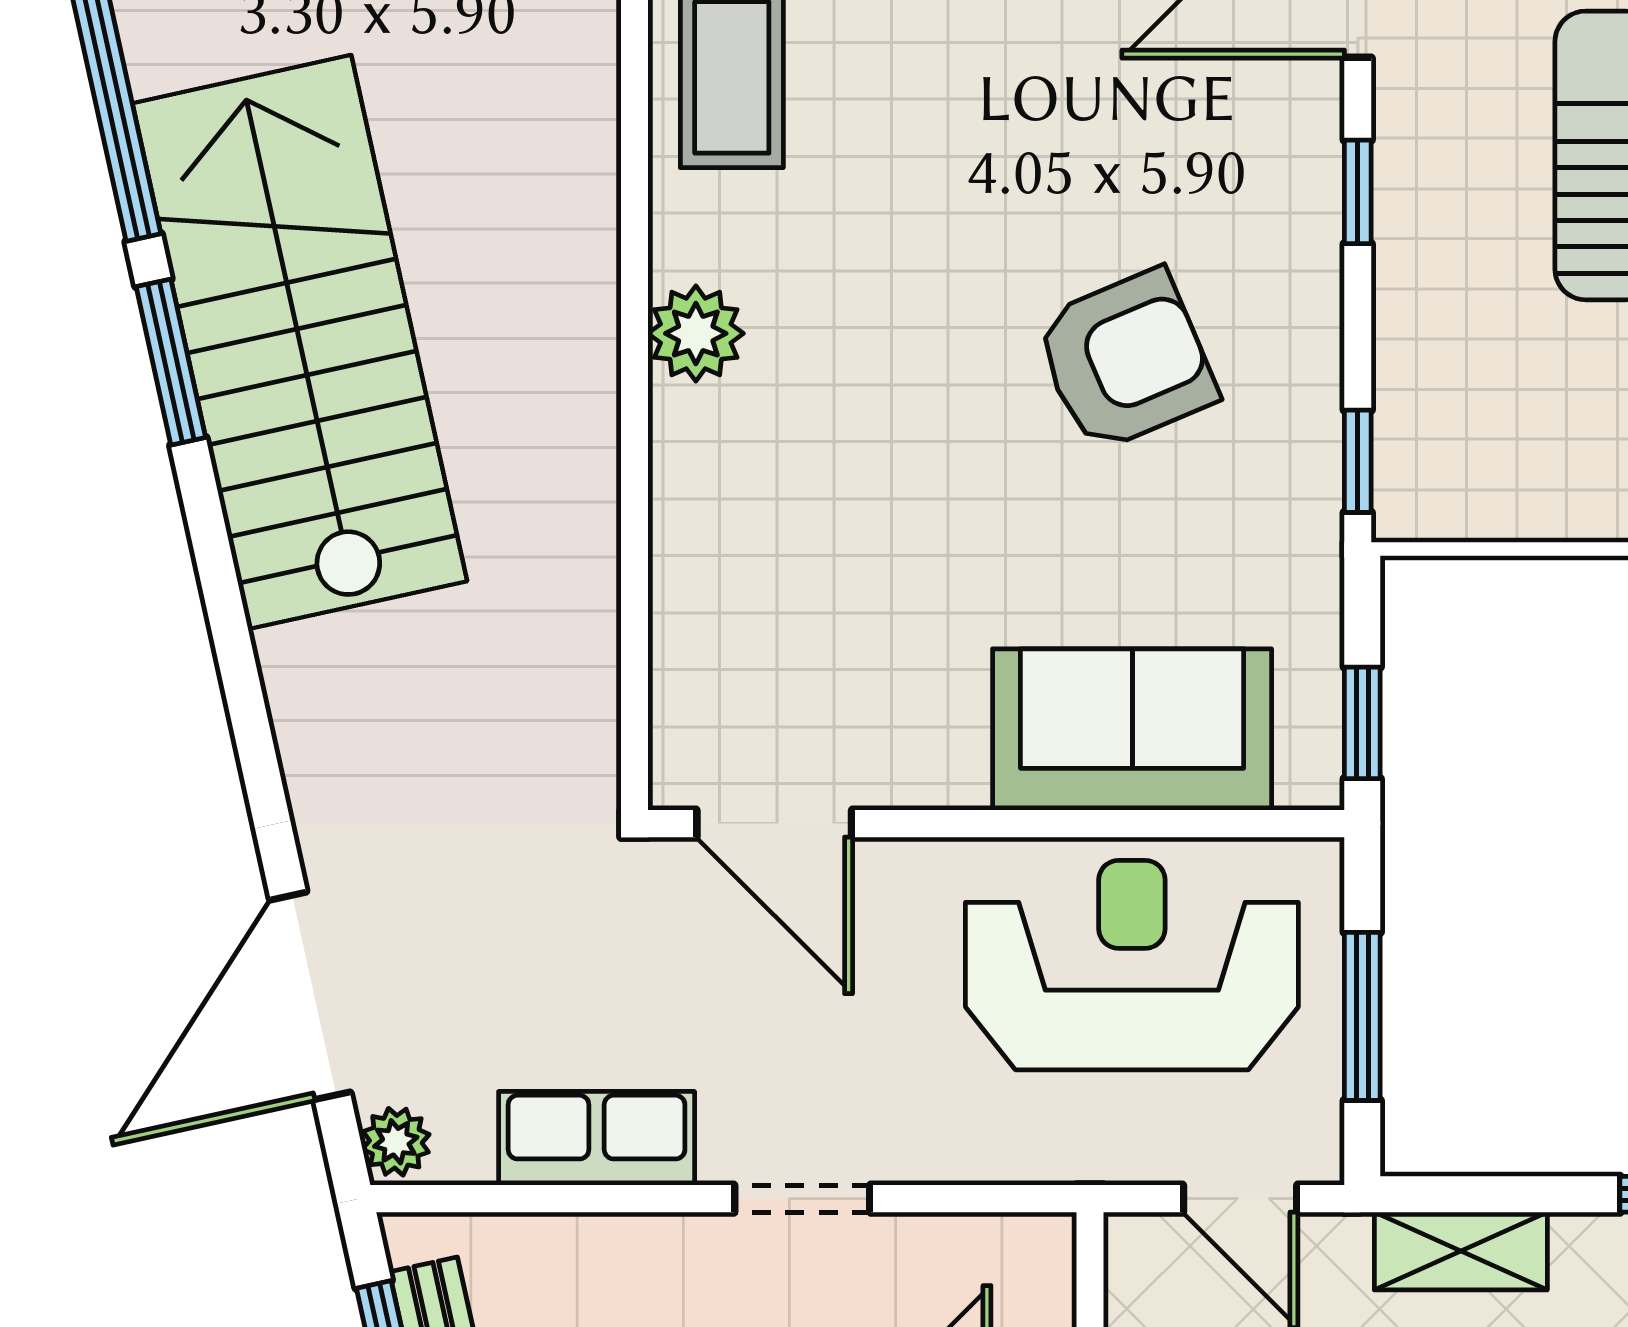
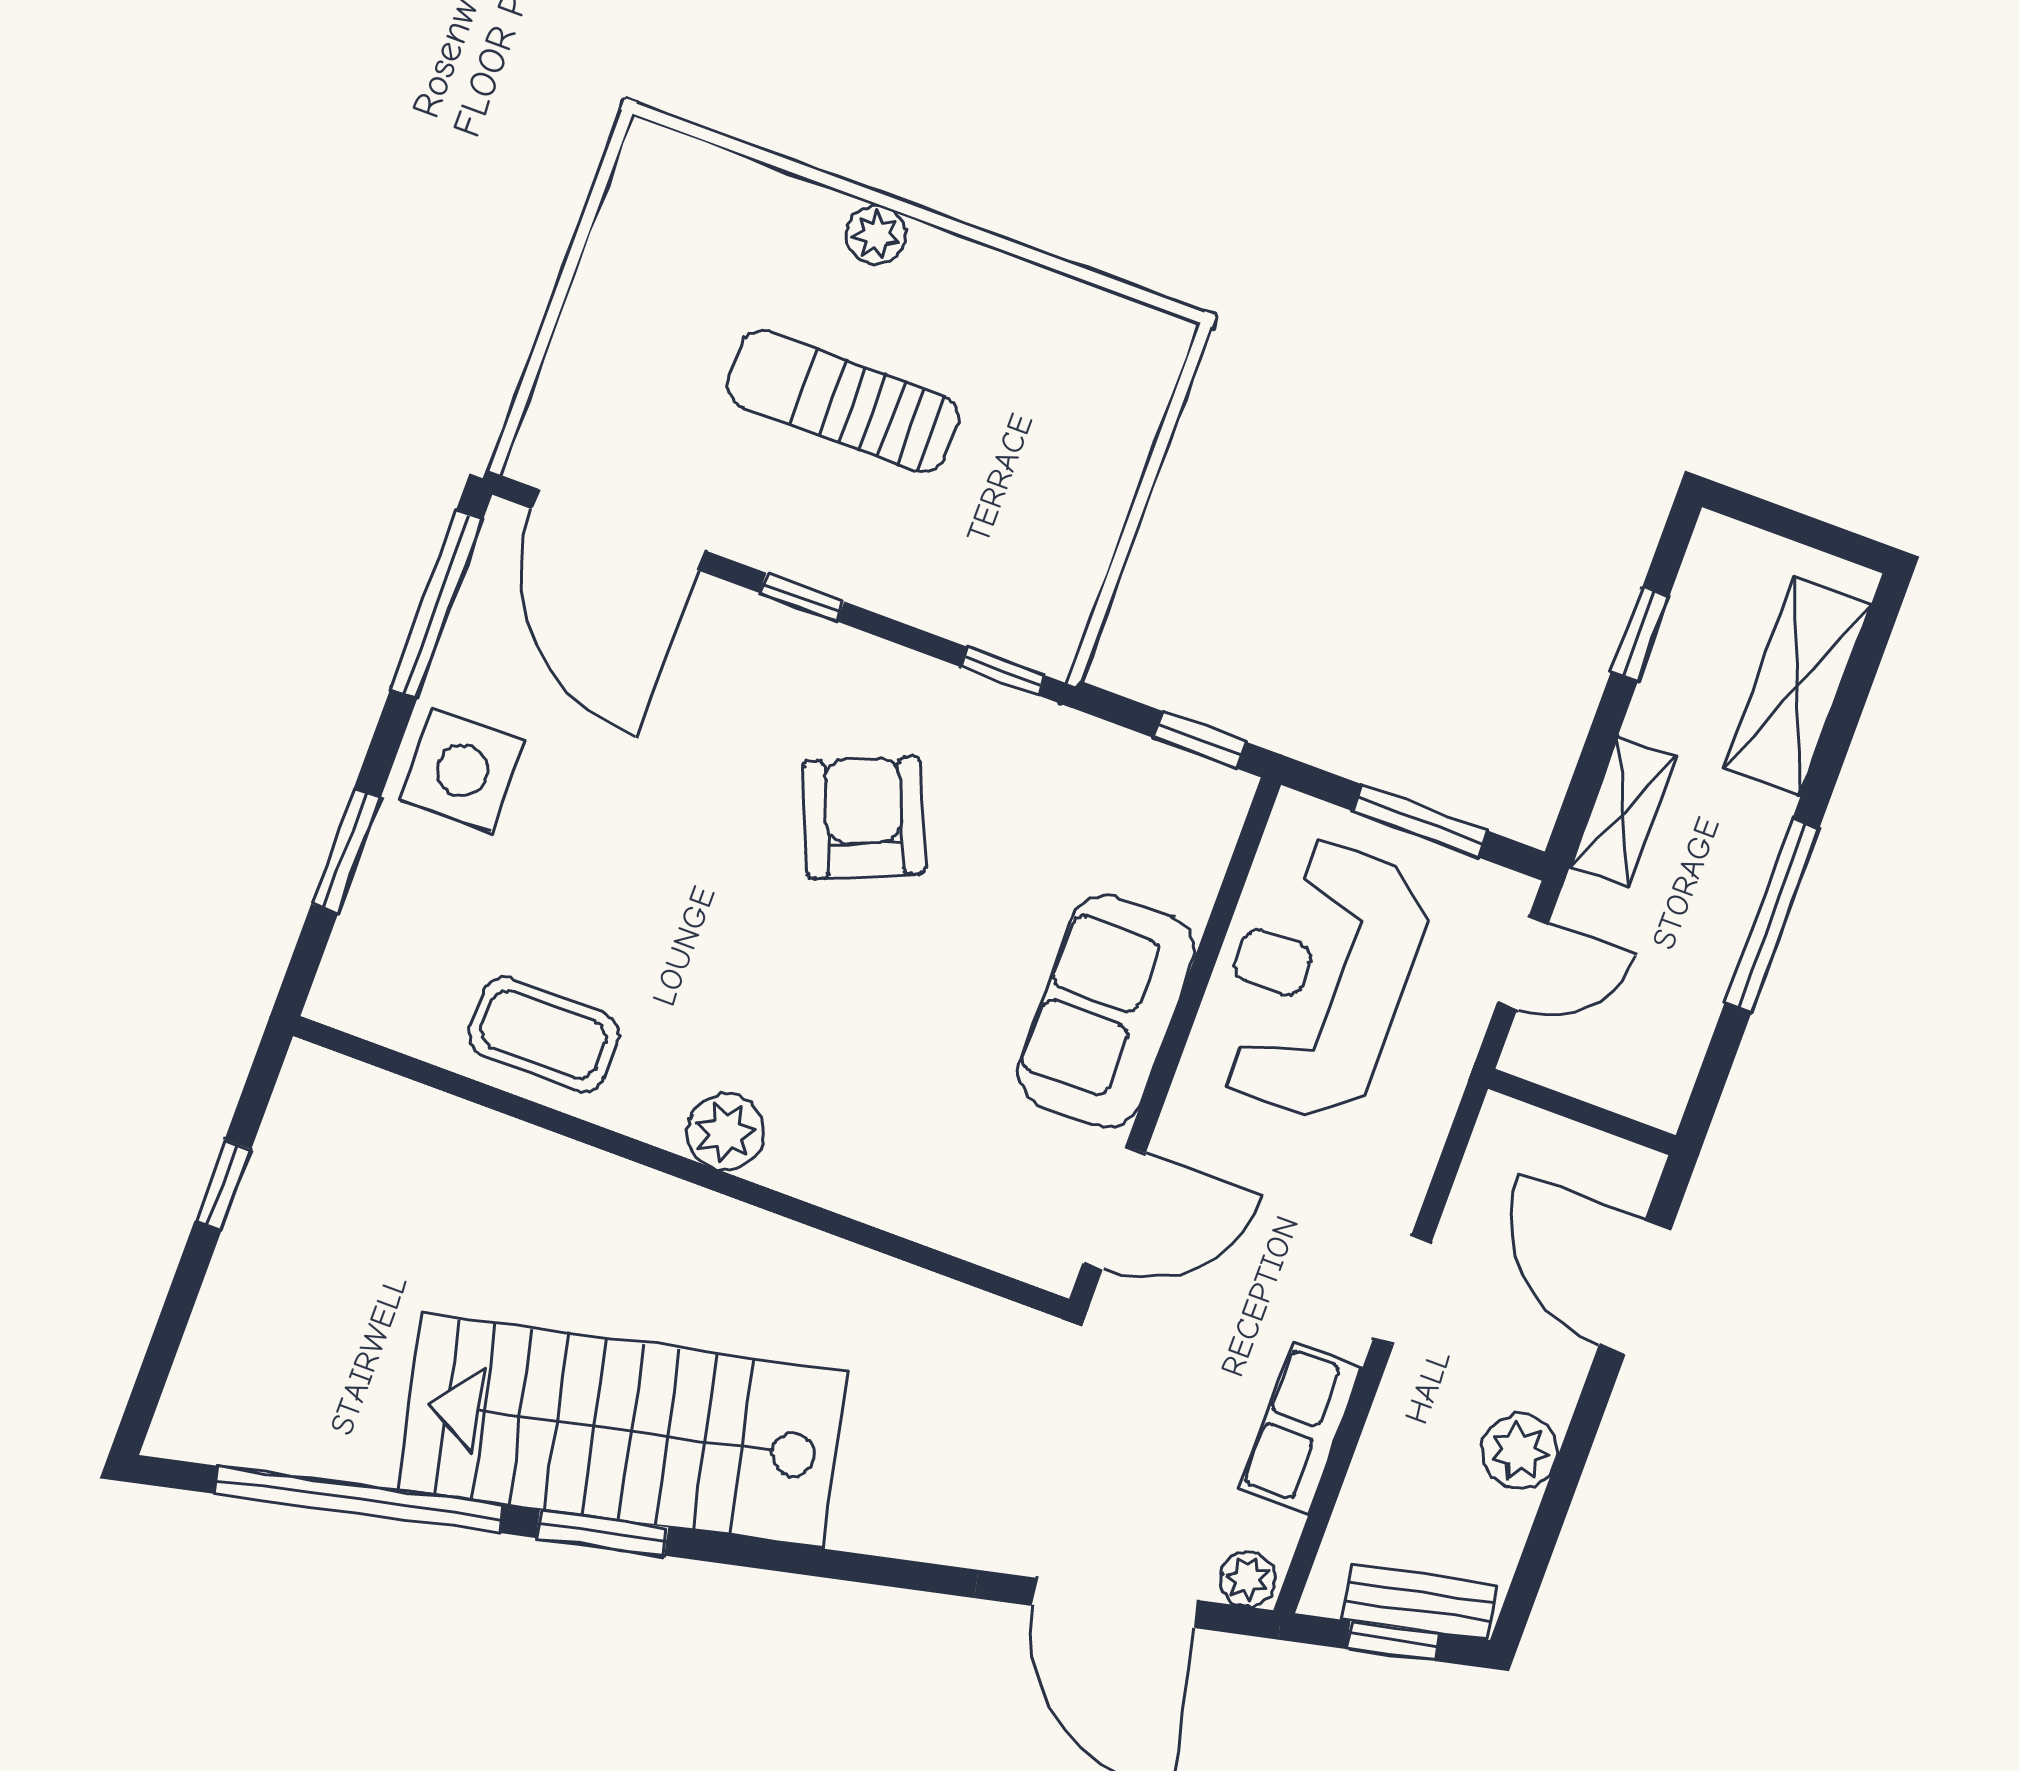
sofa: (1132, 730) -> (1106, 1011), moved

